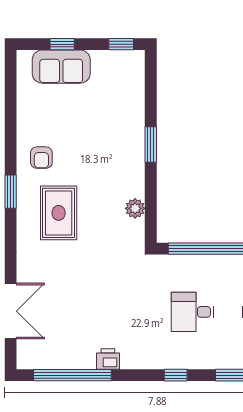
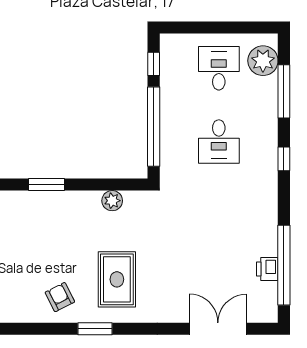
armchair: (41, 158) -> (60, 297), turned -117
rug: (59, 213) -> (117, 279), turned 90
printer: (108, 359) -> (267, 269), moved

